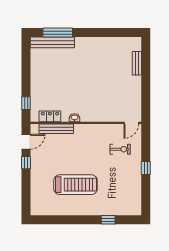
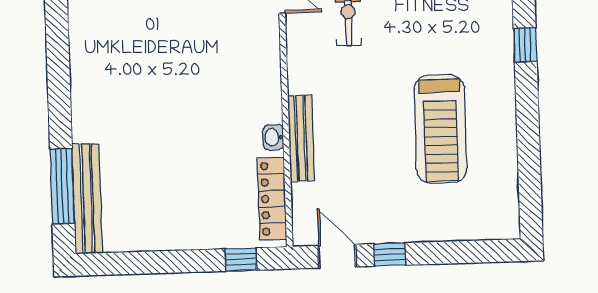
locker: (50, 116) -> (272, 199), width x1.53
bench: (56, 129) -> (301, 139), moved
treadmill: (76, 185) -> (440, 129), turned 180

